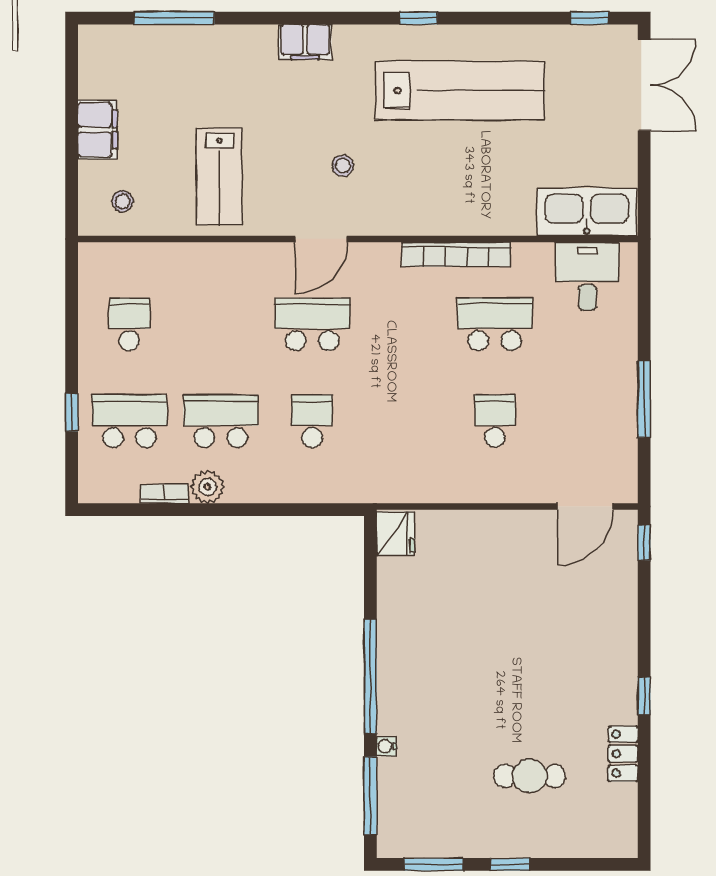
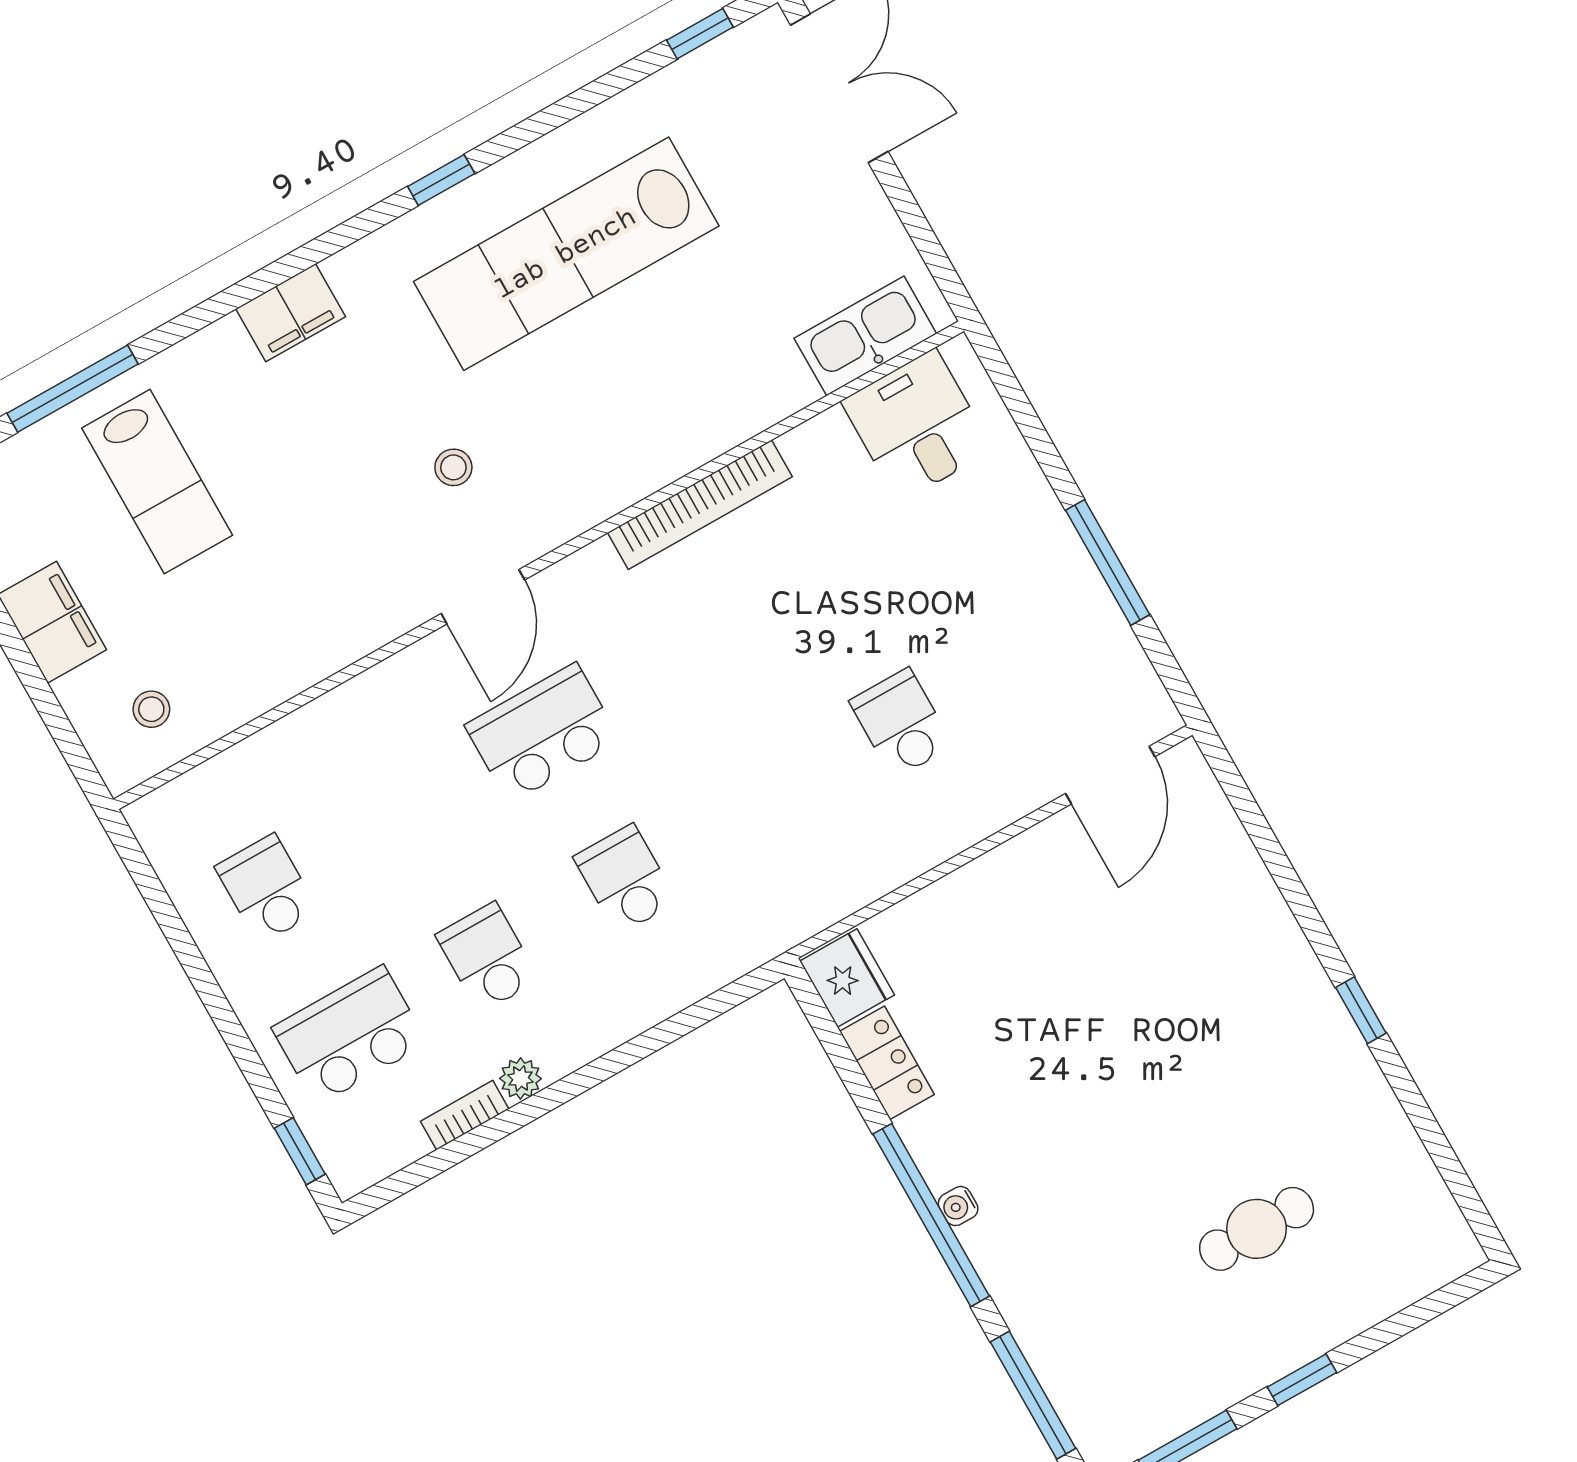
lab bench: (460, 91) -> (566, 254), turned 180
lab bench: (219, 176) -> (157, 482), moved
kitchen sink: (587, 212) -> (865, 336), width x0.73, depth x0.81
school desk: (495, 324) -> (818, 577), removed
window: (72, 412) -> (300, 1151), moved
school desk: (221, 421) -> (487, 957), width x0.54
plant: (208, 487) -> (520, 1079), width x0.73, depth x0.73
window: (644, 543) -> (1230, 779), removed
water cooler: (386, 746) -> (958, 1206), moved
locker: (623, 754) -> (887, 1063), moved, turned 180

